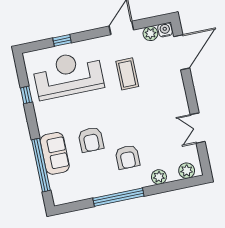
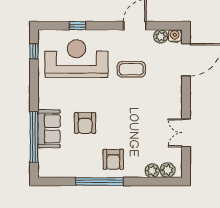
coffee table: (127, 74) -> (131, 69), turned 90
window: (26, 95) -> (34, 51), moved
armchair: (127, 157) -> (113, 159), moved
plant: (159, 177) -> (152, 171), moved

